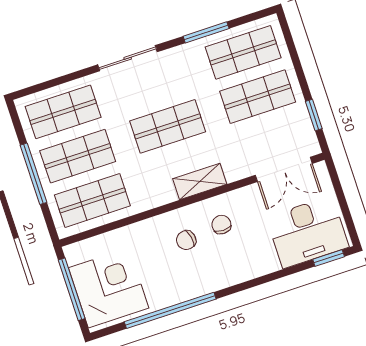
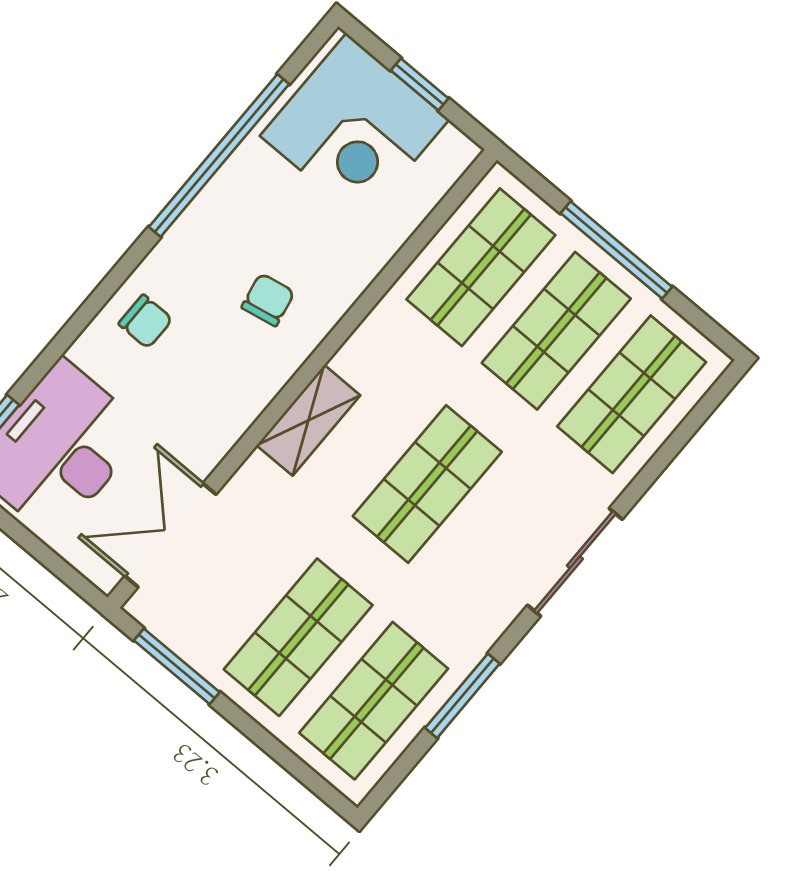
window: (314, 115) -> (177, 666), width x1.50
chair: (221, 225) -> (146, 321), moved
window: (72, 289) -> (420, 84), width x0.46

